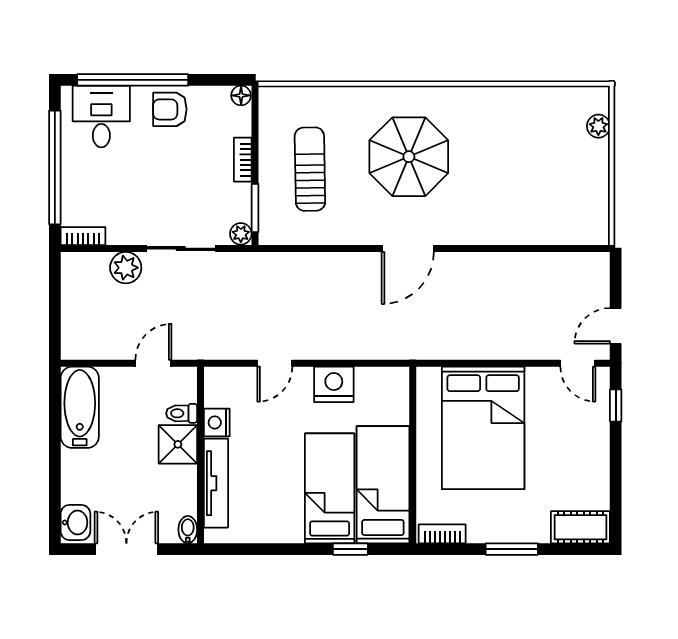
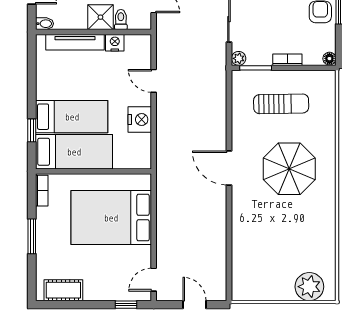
plant: (598, 126) -> (309, 287), width x1.88, depth x1.88
door: (616, 326) -> (195, 305), moved
cot: (580, 527) -> (63, 290), moved, turned 90

